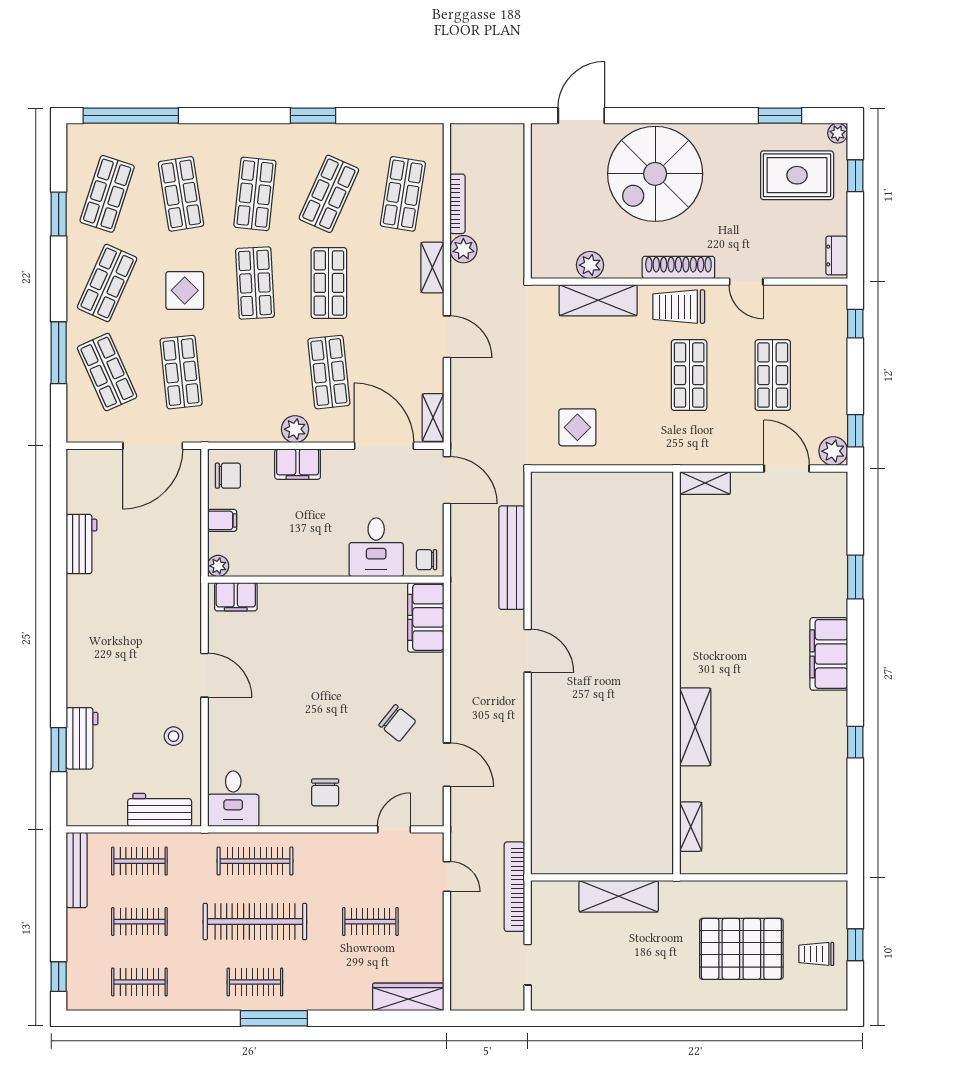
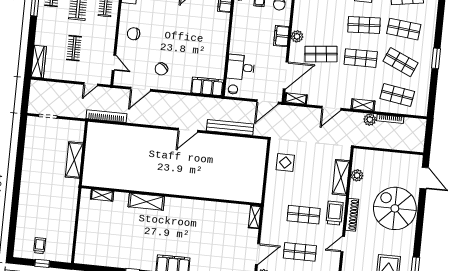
bookcase: (514, 887) -> (106, 116), moved
pallet: (741, 949) -> (45, 212), removed

